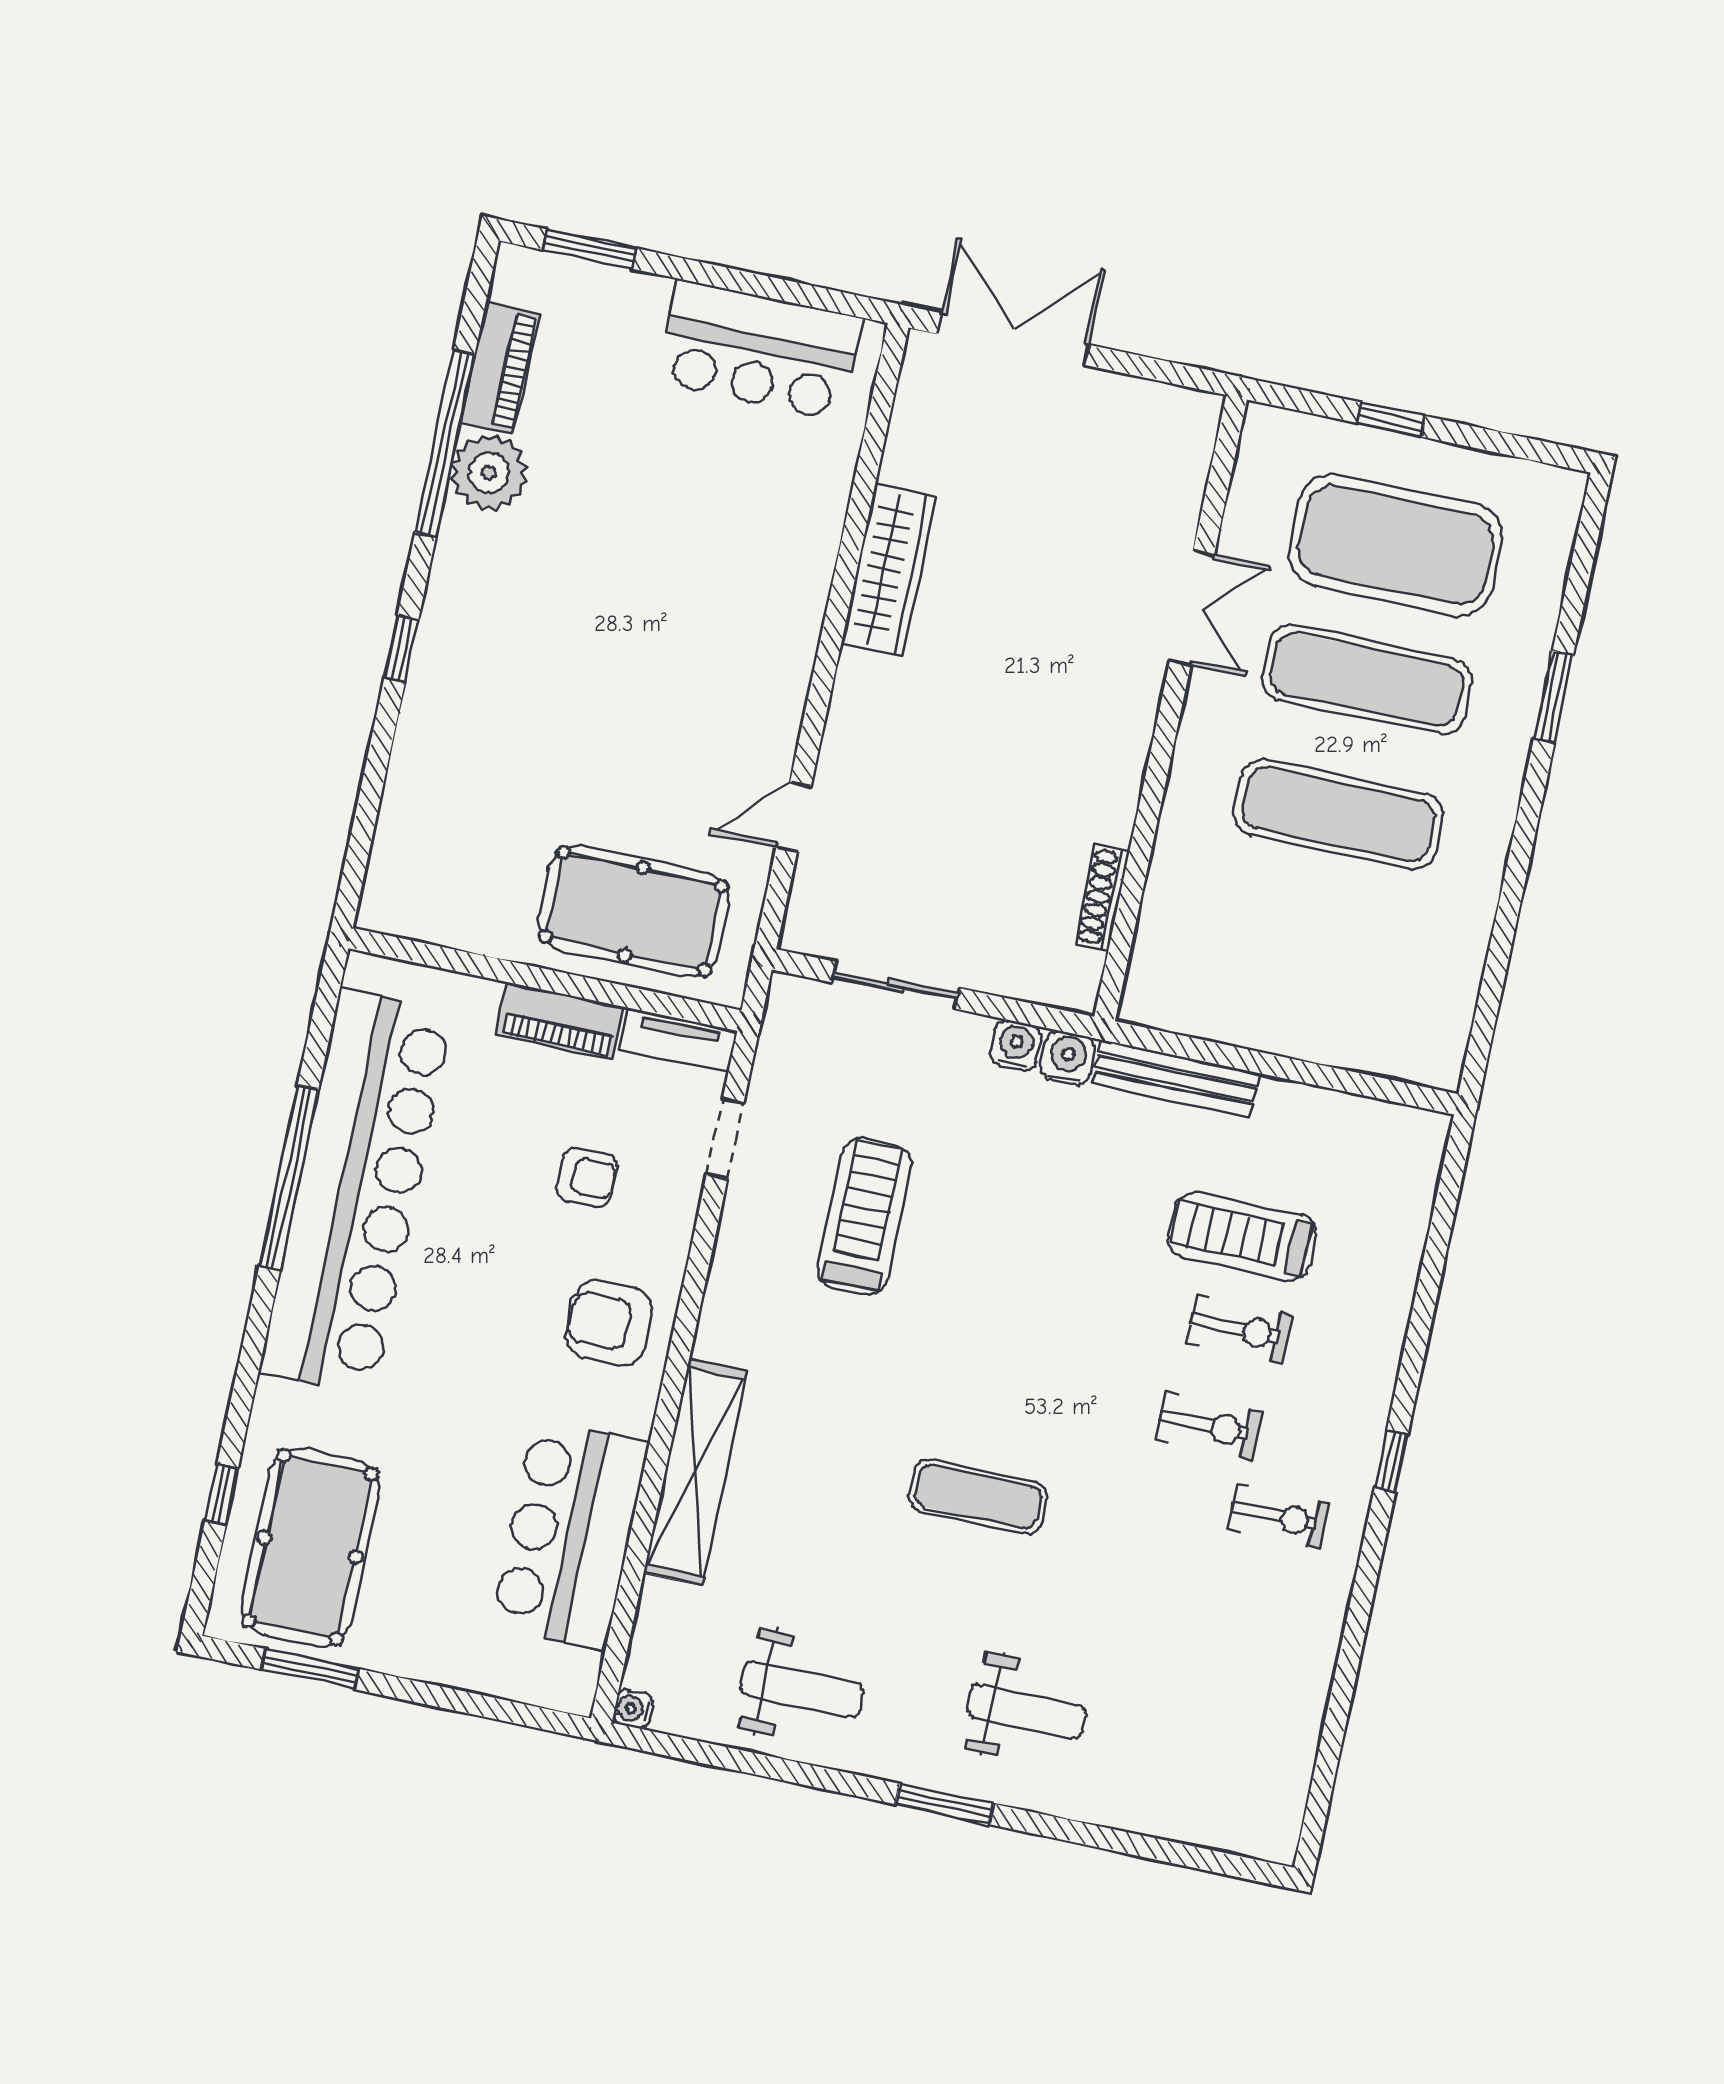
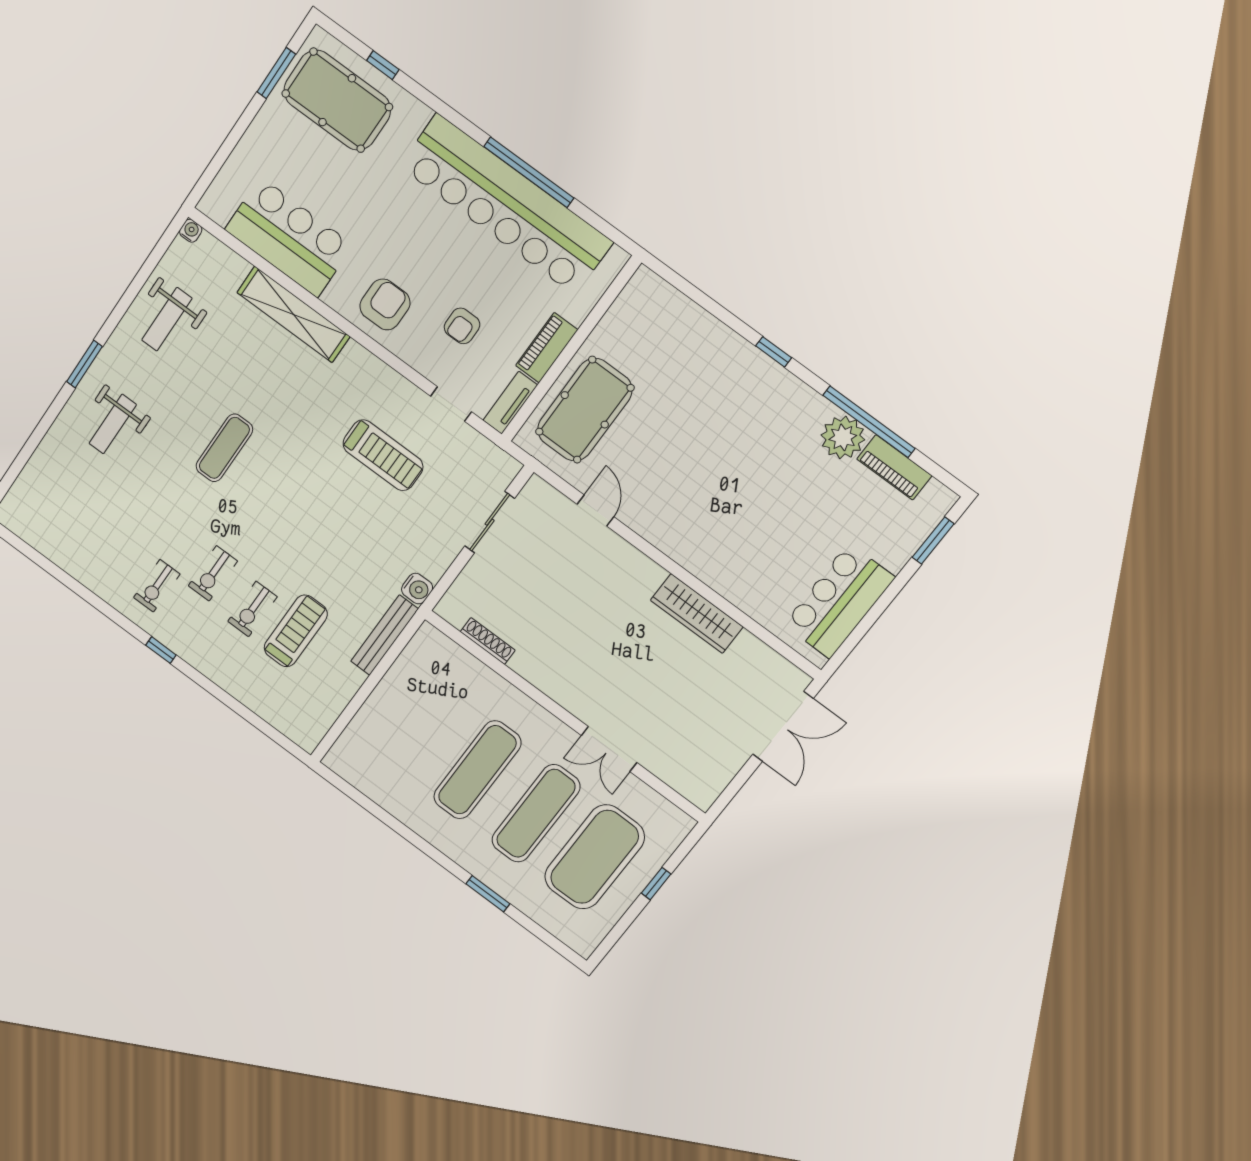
water cooler: (1016, 1045) -> (434, 567), removed

